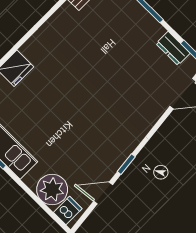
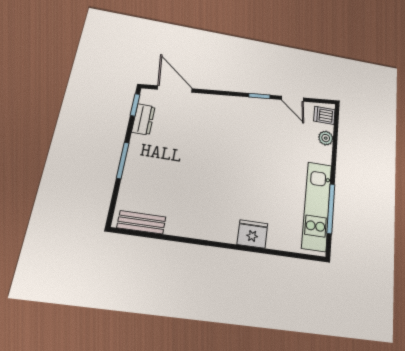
plant: (52, 190) -> (326, 138), width x0.53, depth x0.53

